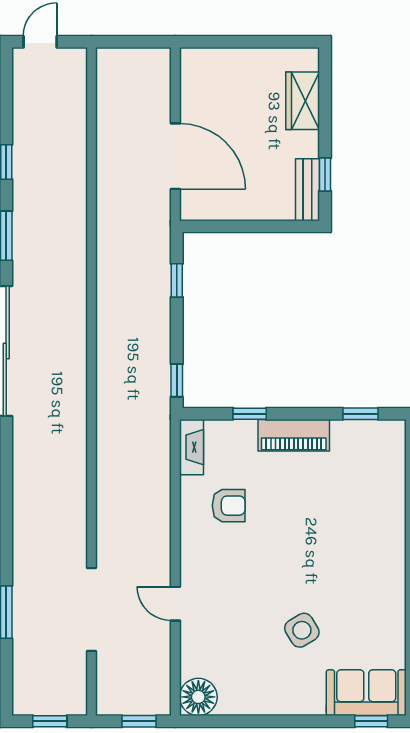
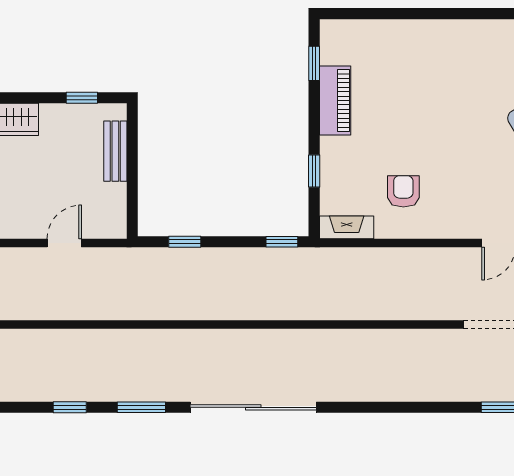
door: (175, 156) -> (64, 243), width x0.53
bench: (308, 190) -> (115, 151), moved, turned 90
piano: (294, 435) -> (335, 101), moved

